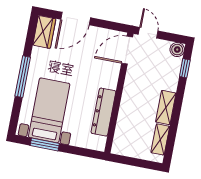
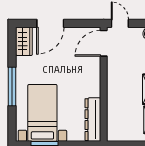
dresser: (103, 112) -> (93, 120), moved

